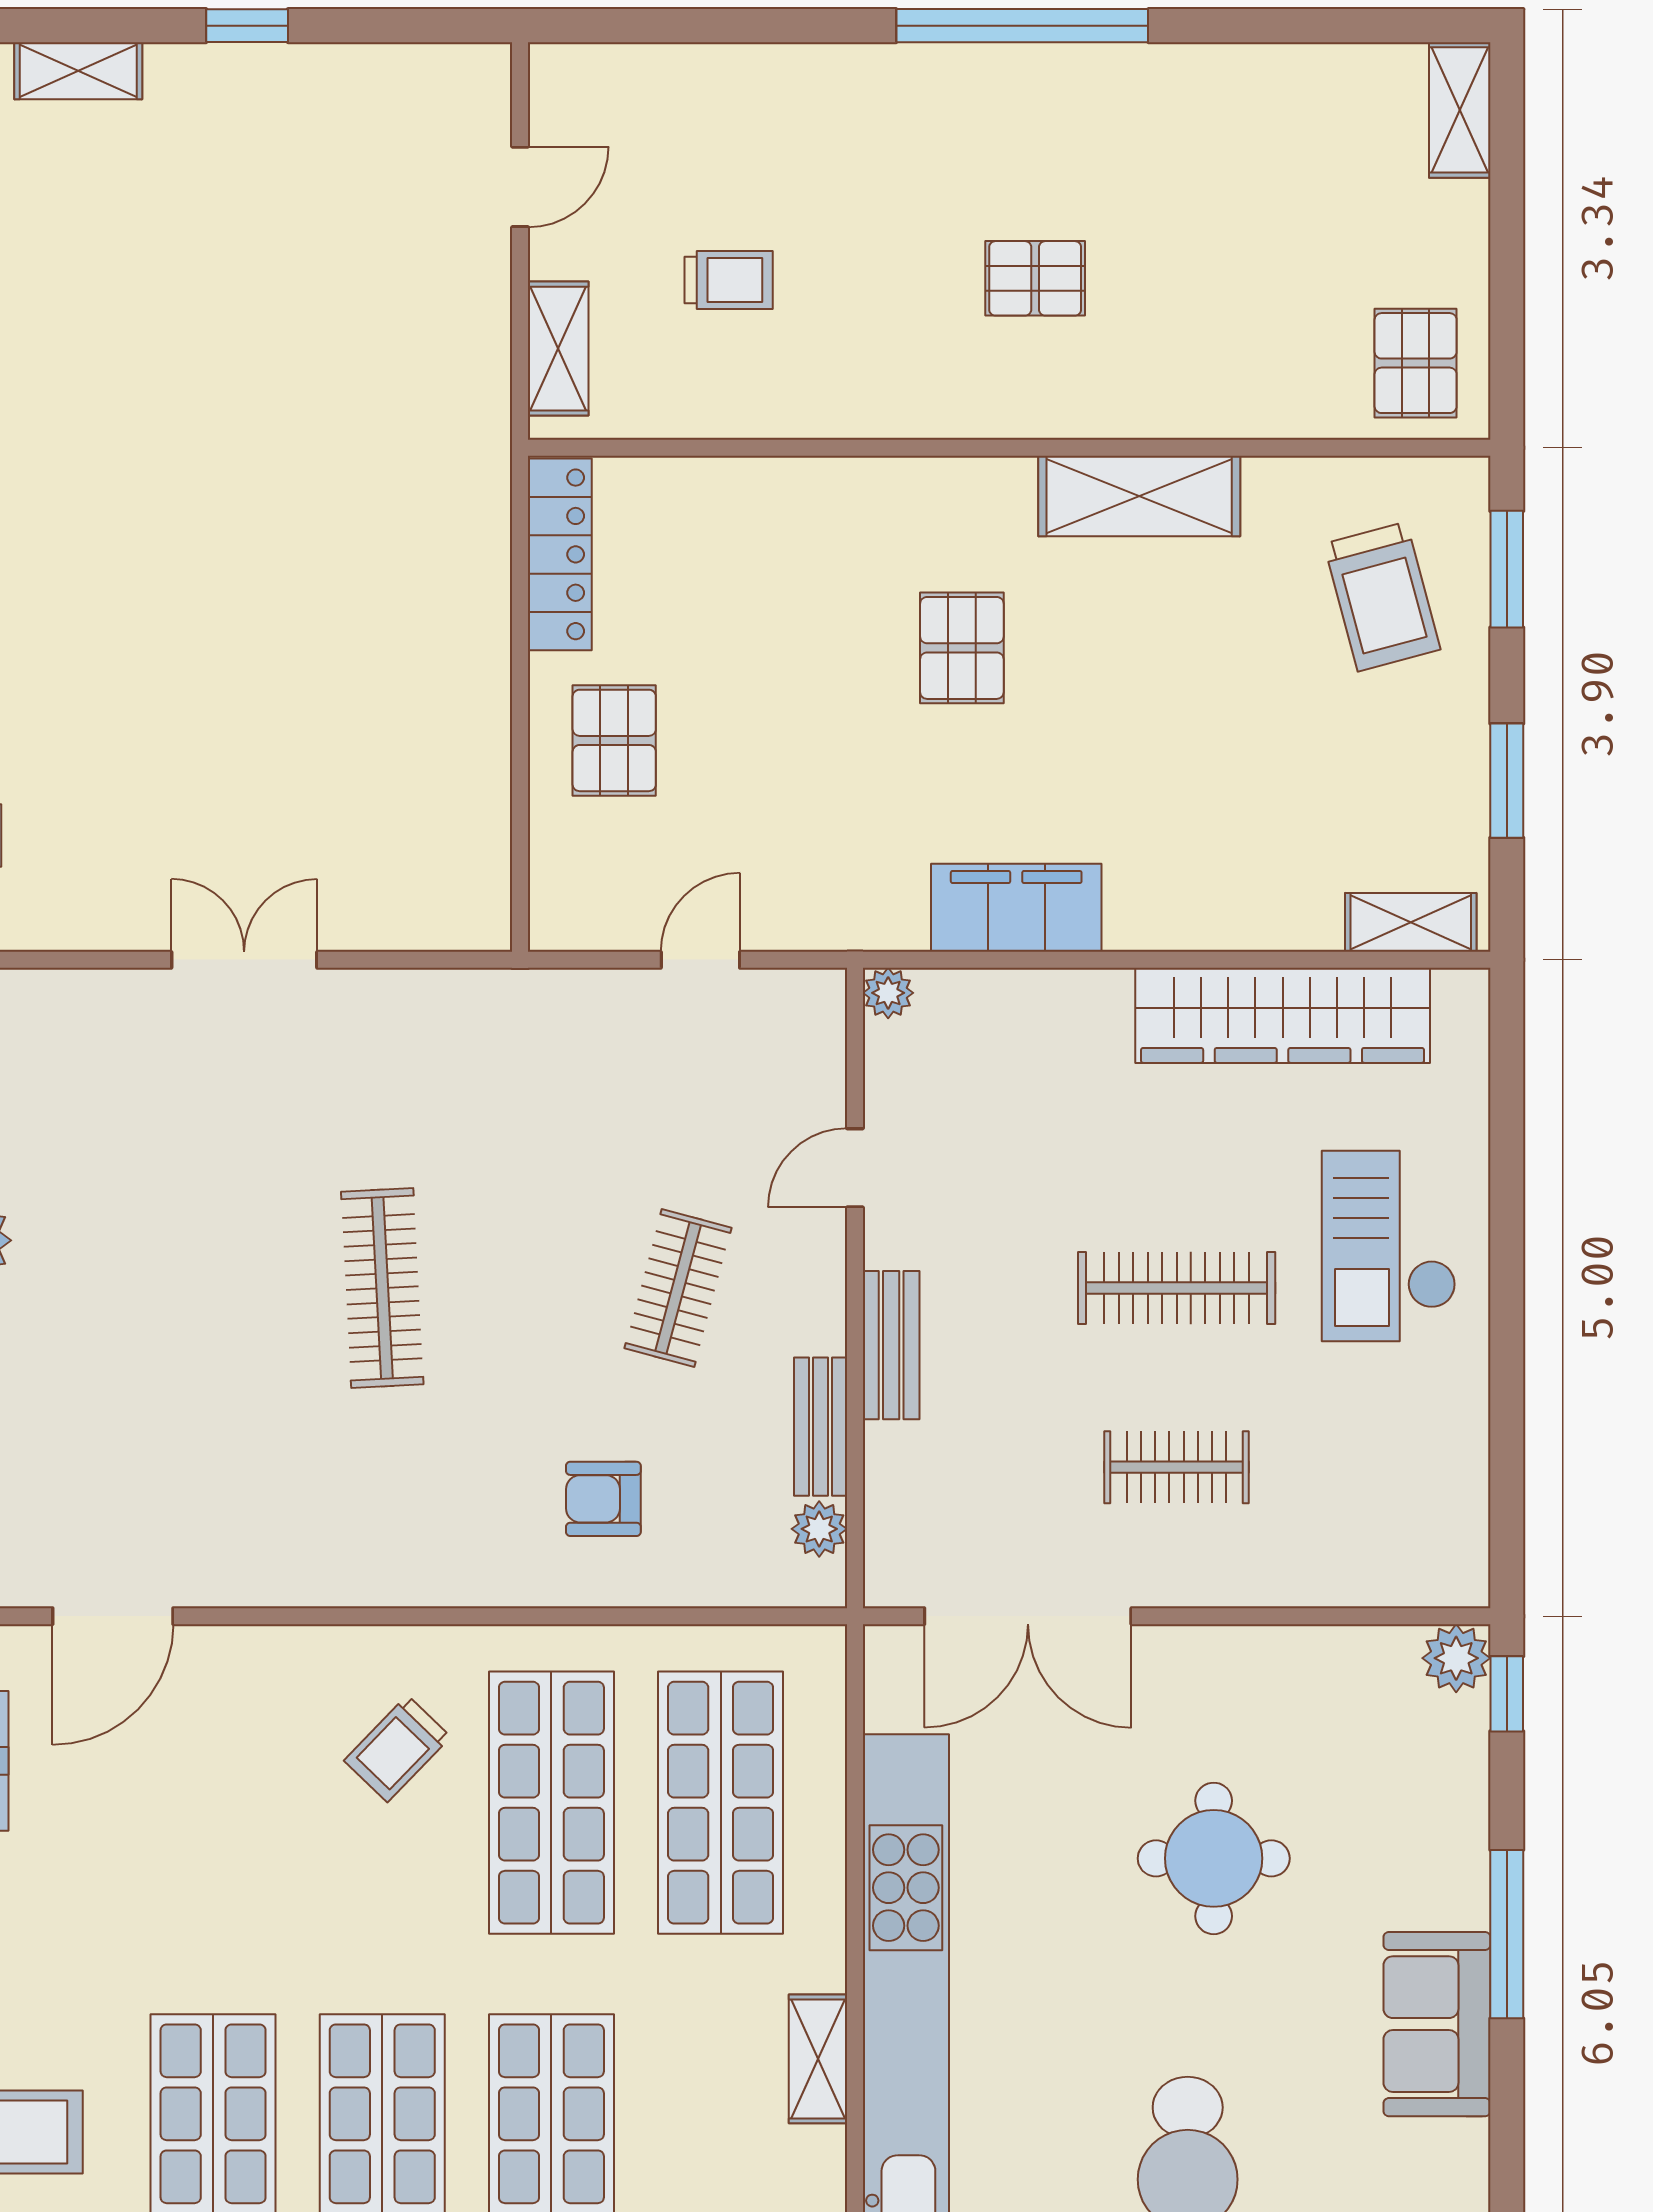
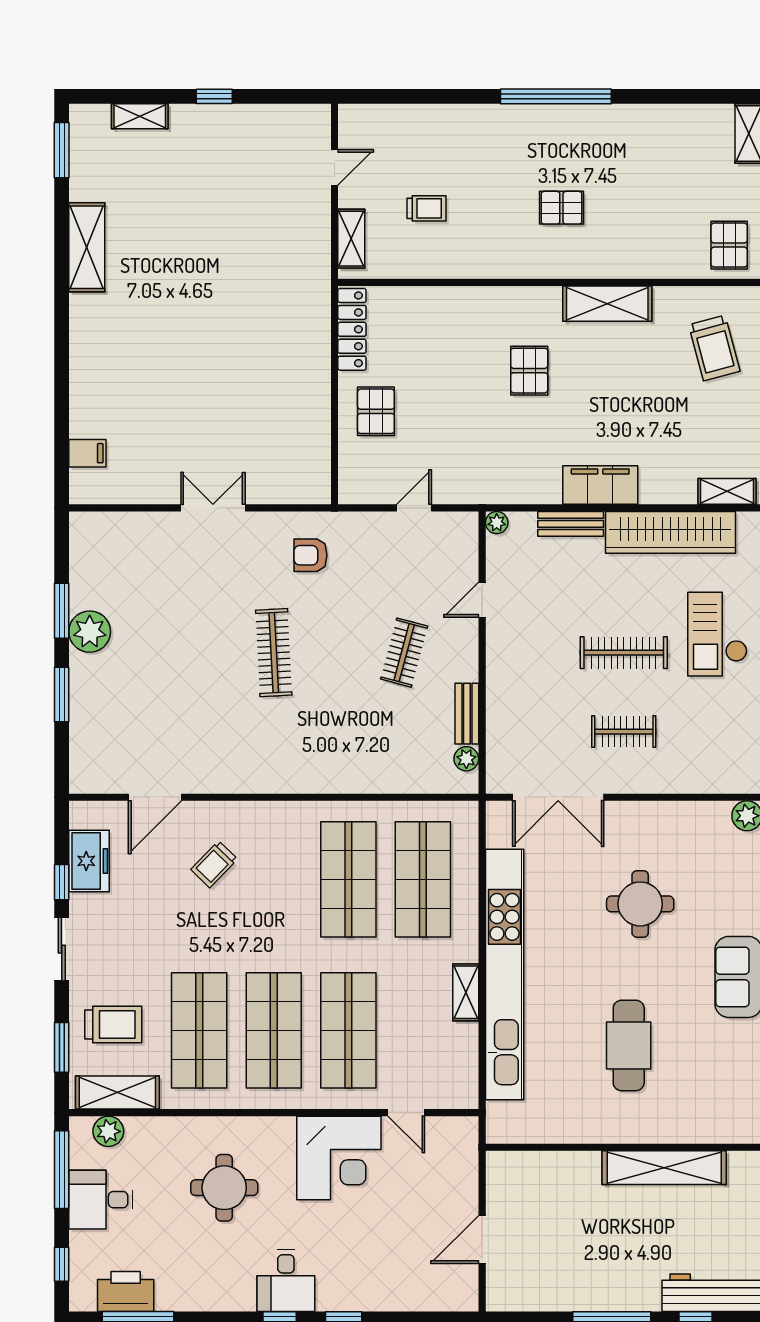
filing cabinet: (1016, 908) -> (600, 485), moved
bench: (891, 1345) -> (571, 524), moved, turned 90
armchair: (603, 1499) -> (310, 555), moved
trolley: (397, 1749) -> (214, 864), moved

